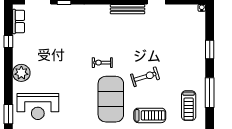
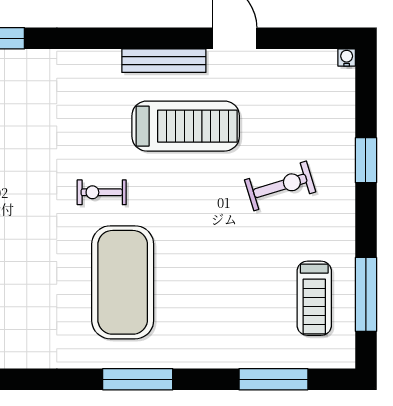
exercise bike: (145, 77) -> (280, 186), moved
window: (210, 93) -> (366, 294), moved
treadmill: (150, 115) -> (186, 126), moved, width x1.37, depth x1.38

